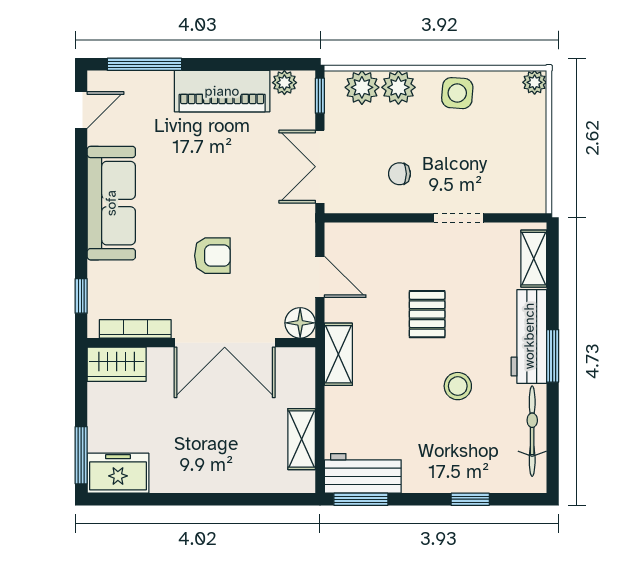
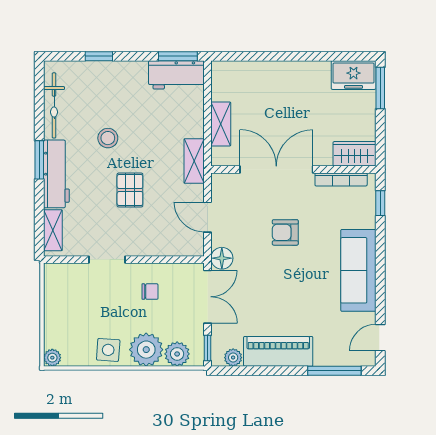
plant: (398, 87) -> (146, 350), width x1.36, depth x1.36
floor lamp: (300, 323) -> (222, 258), moved
shelving: (302, 439) -> (221, 124), moved

